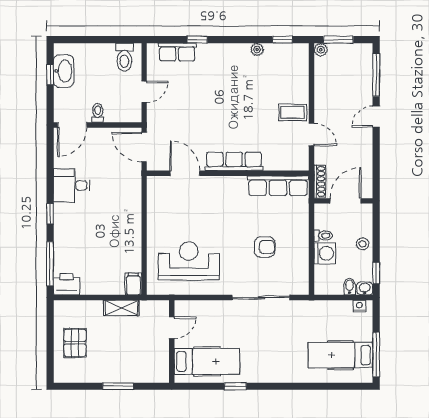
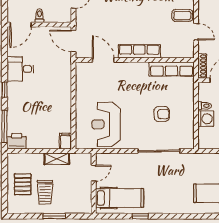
reception desk: (189, 261) -> (106, 124), turned -90
trolley: (105, 354) -> (45, 192), added

